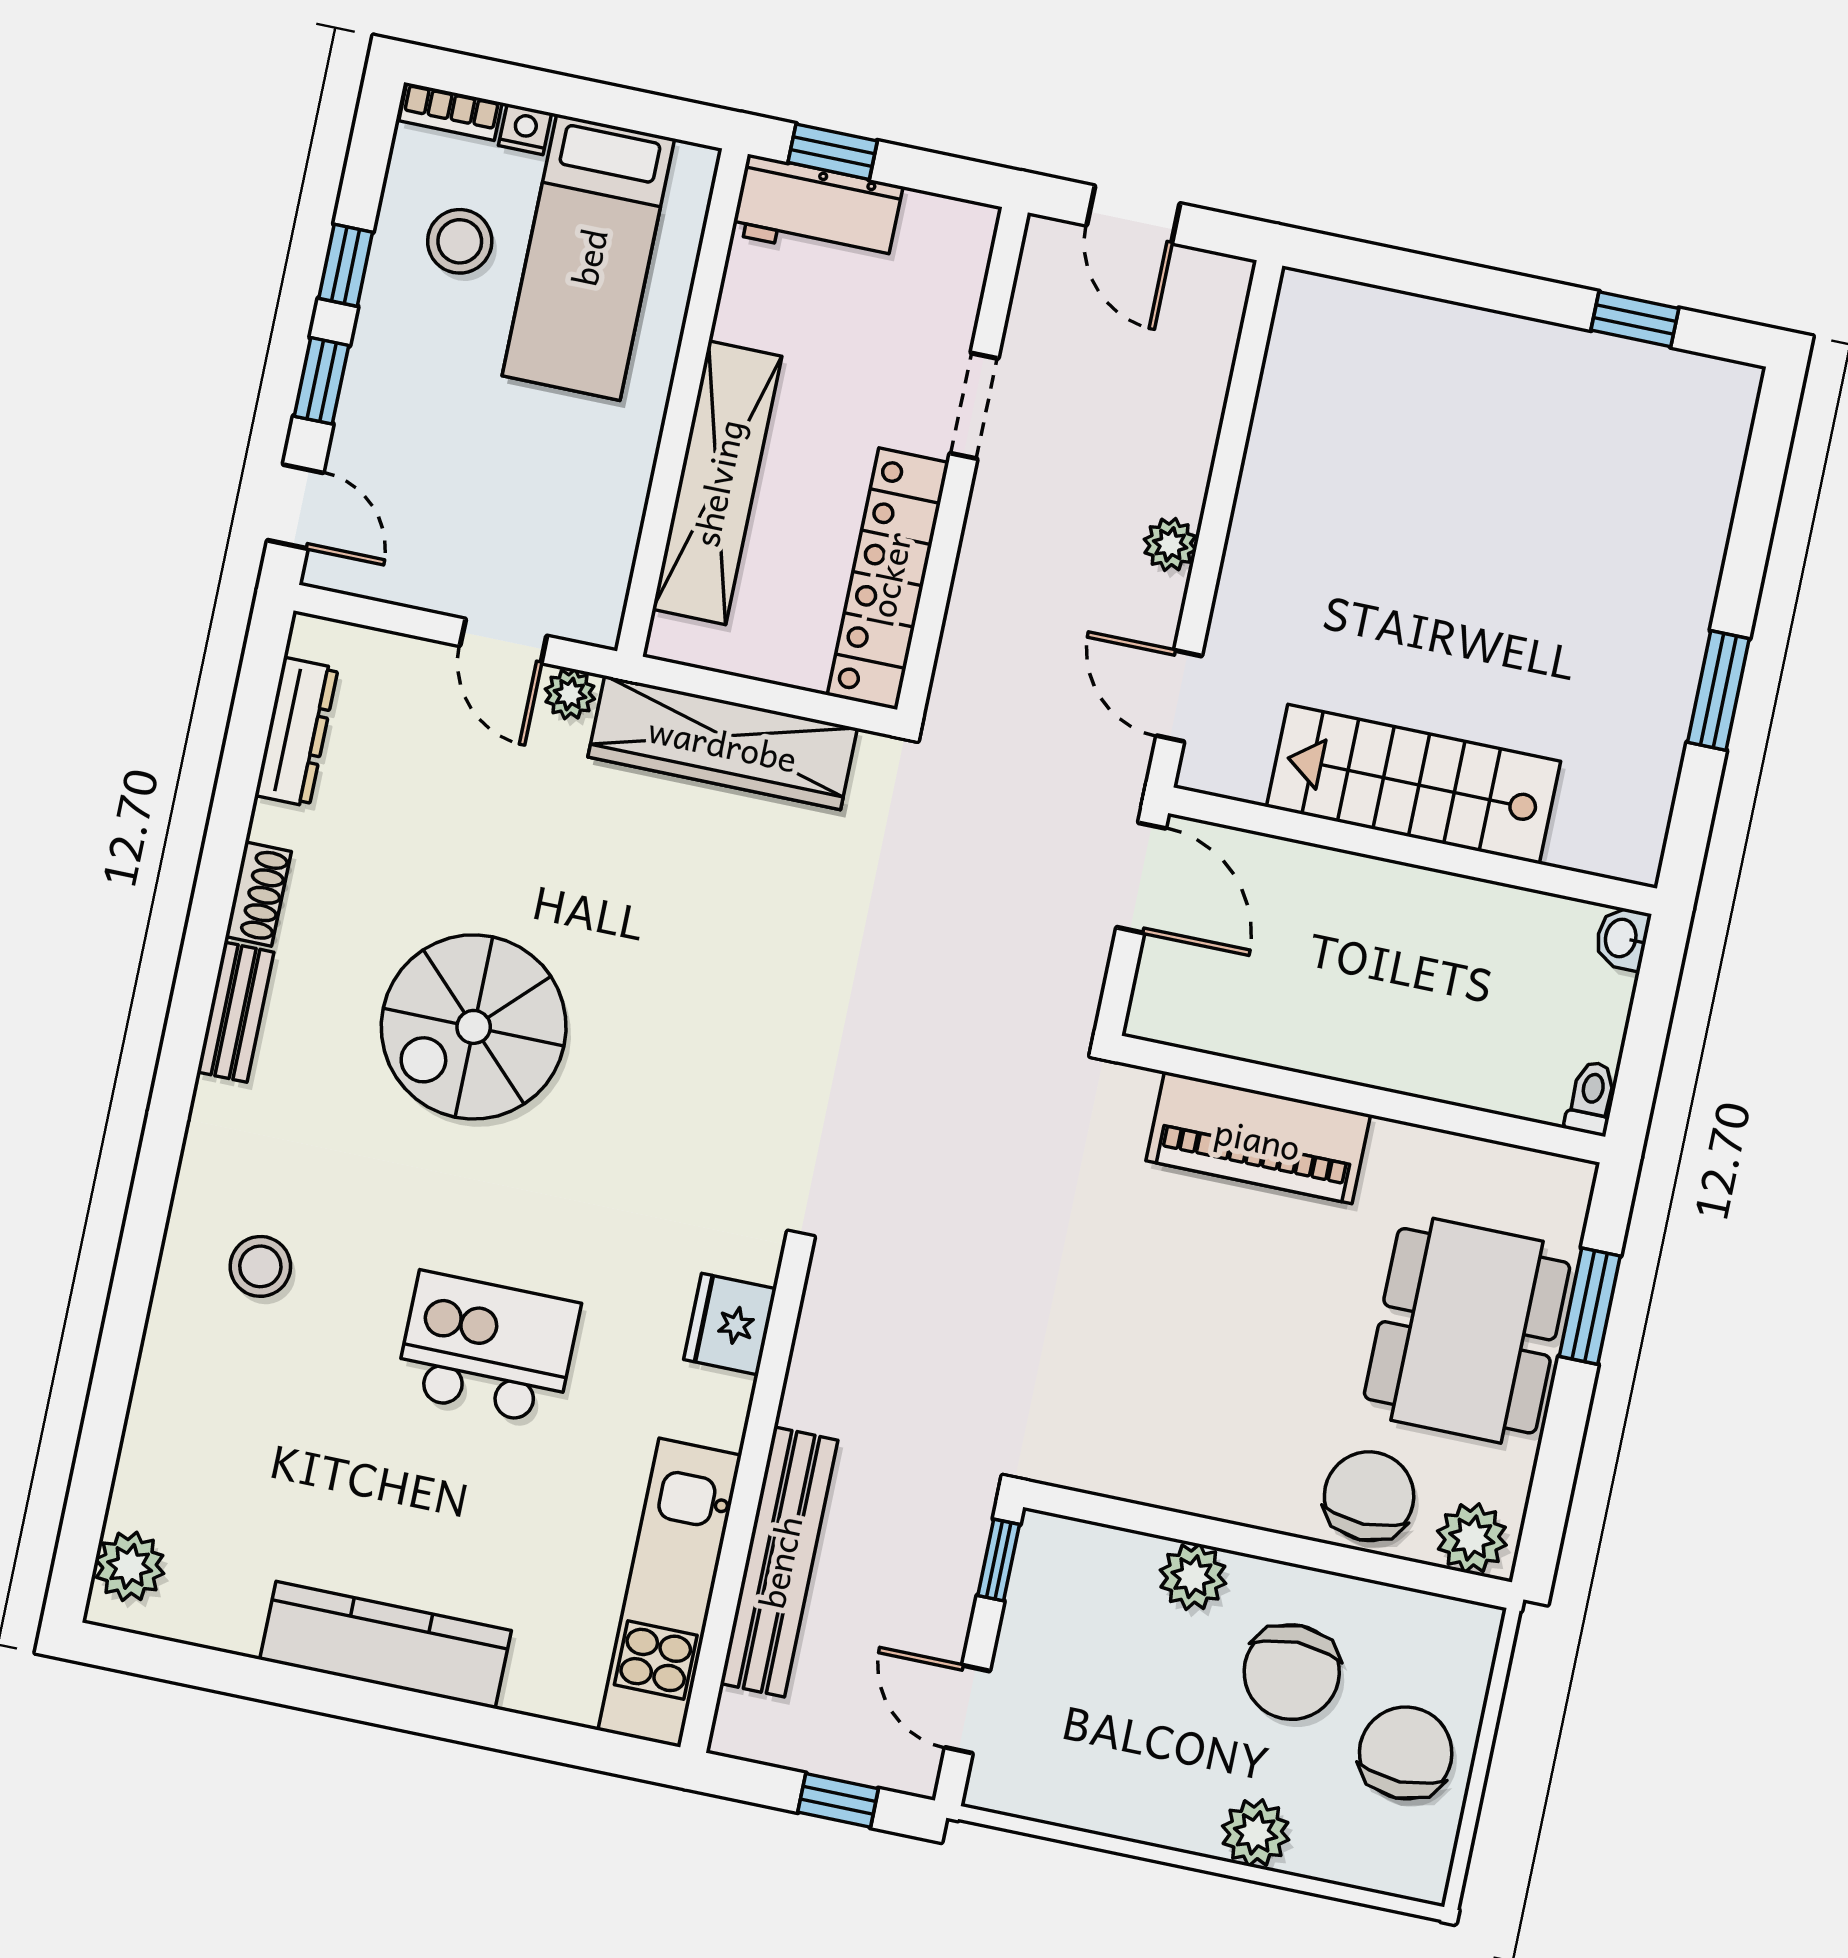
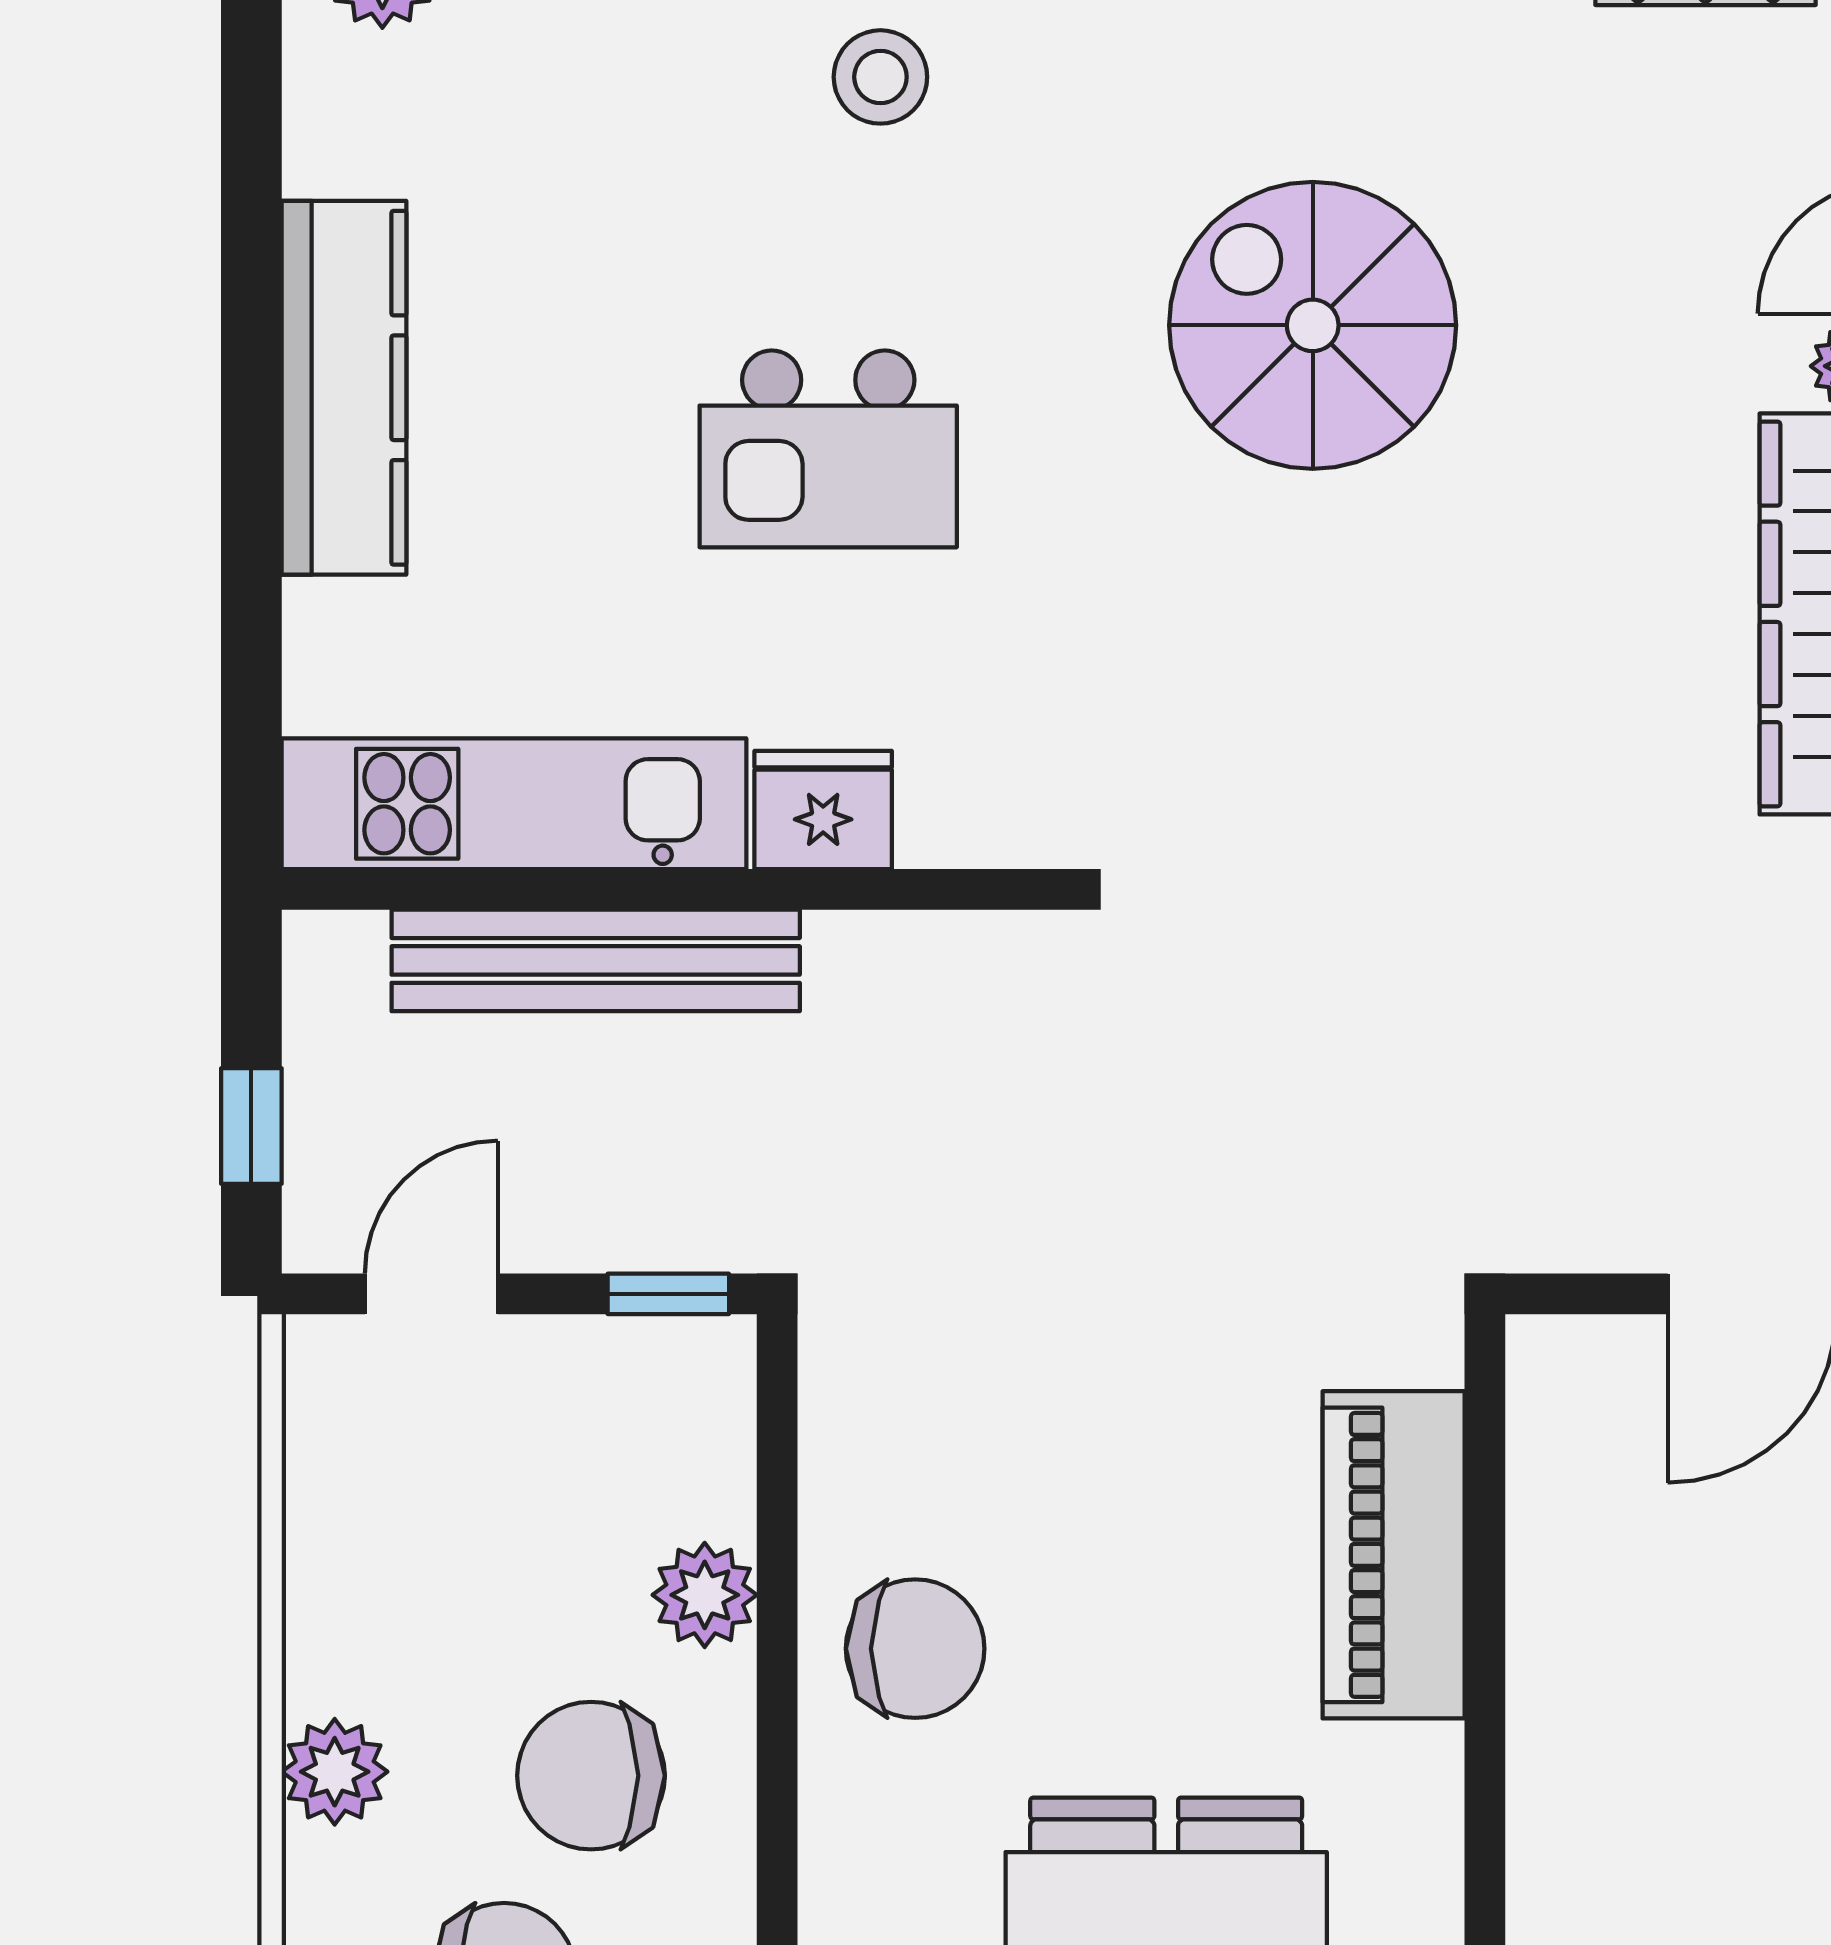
fridge: (730, 1324) -> (823, 810), moved
kitchen island: (488, 1348) -> (828, 449), turned 90
chair: (1369, 1496) -> (915, 1649), moved

